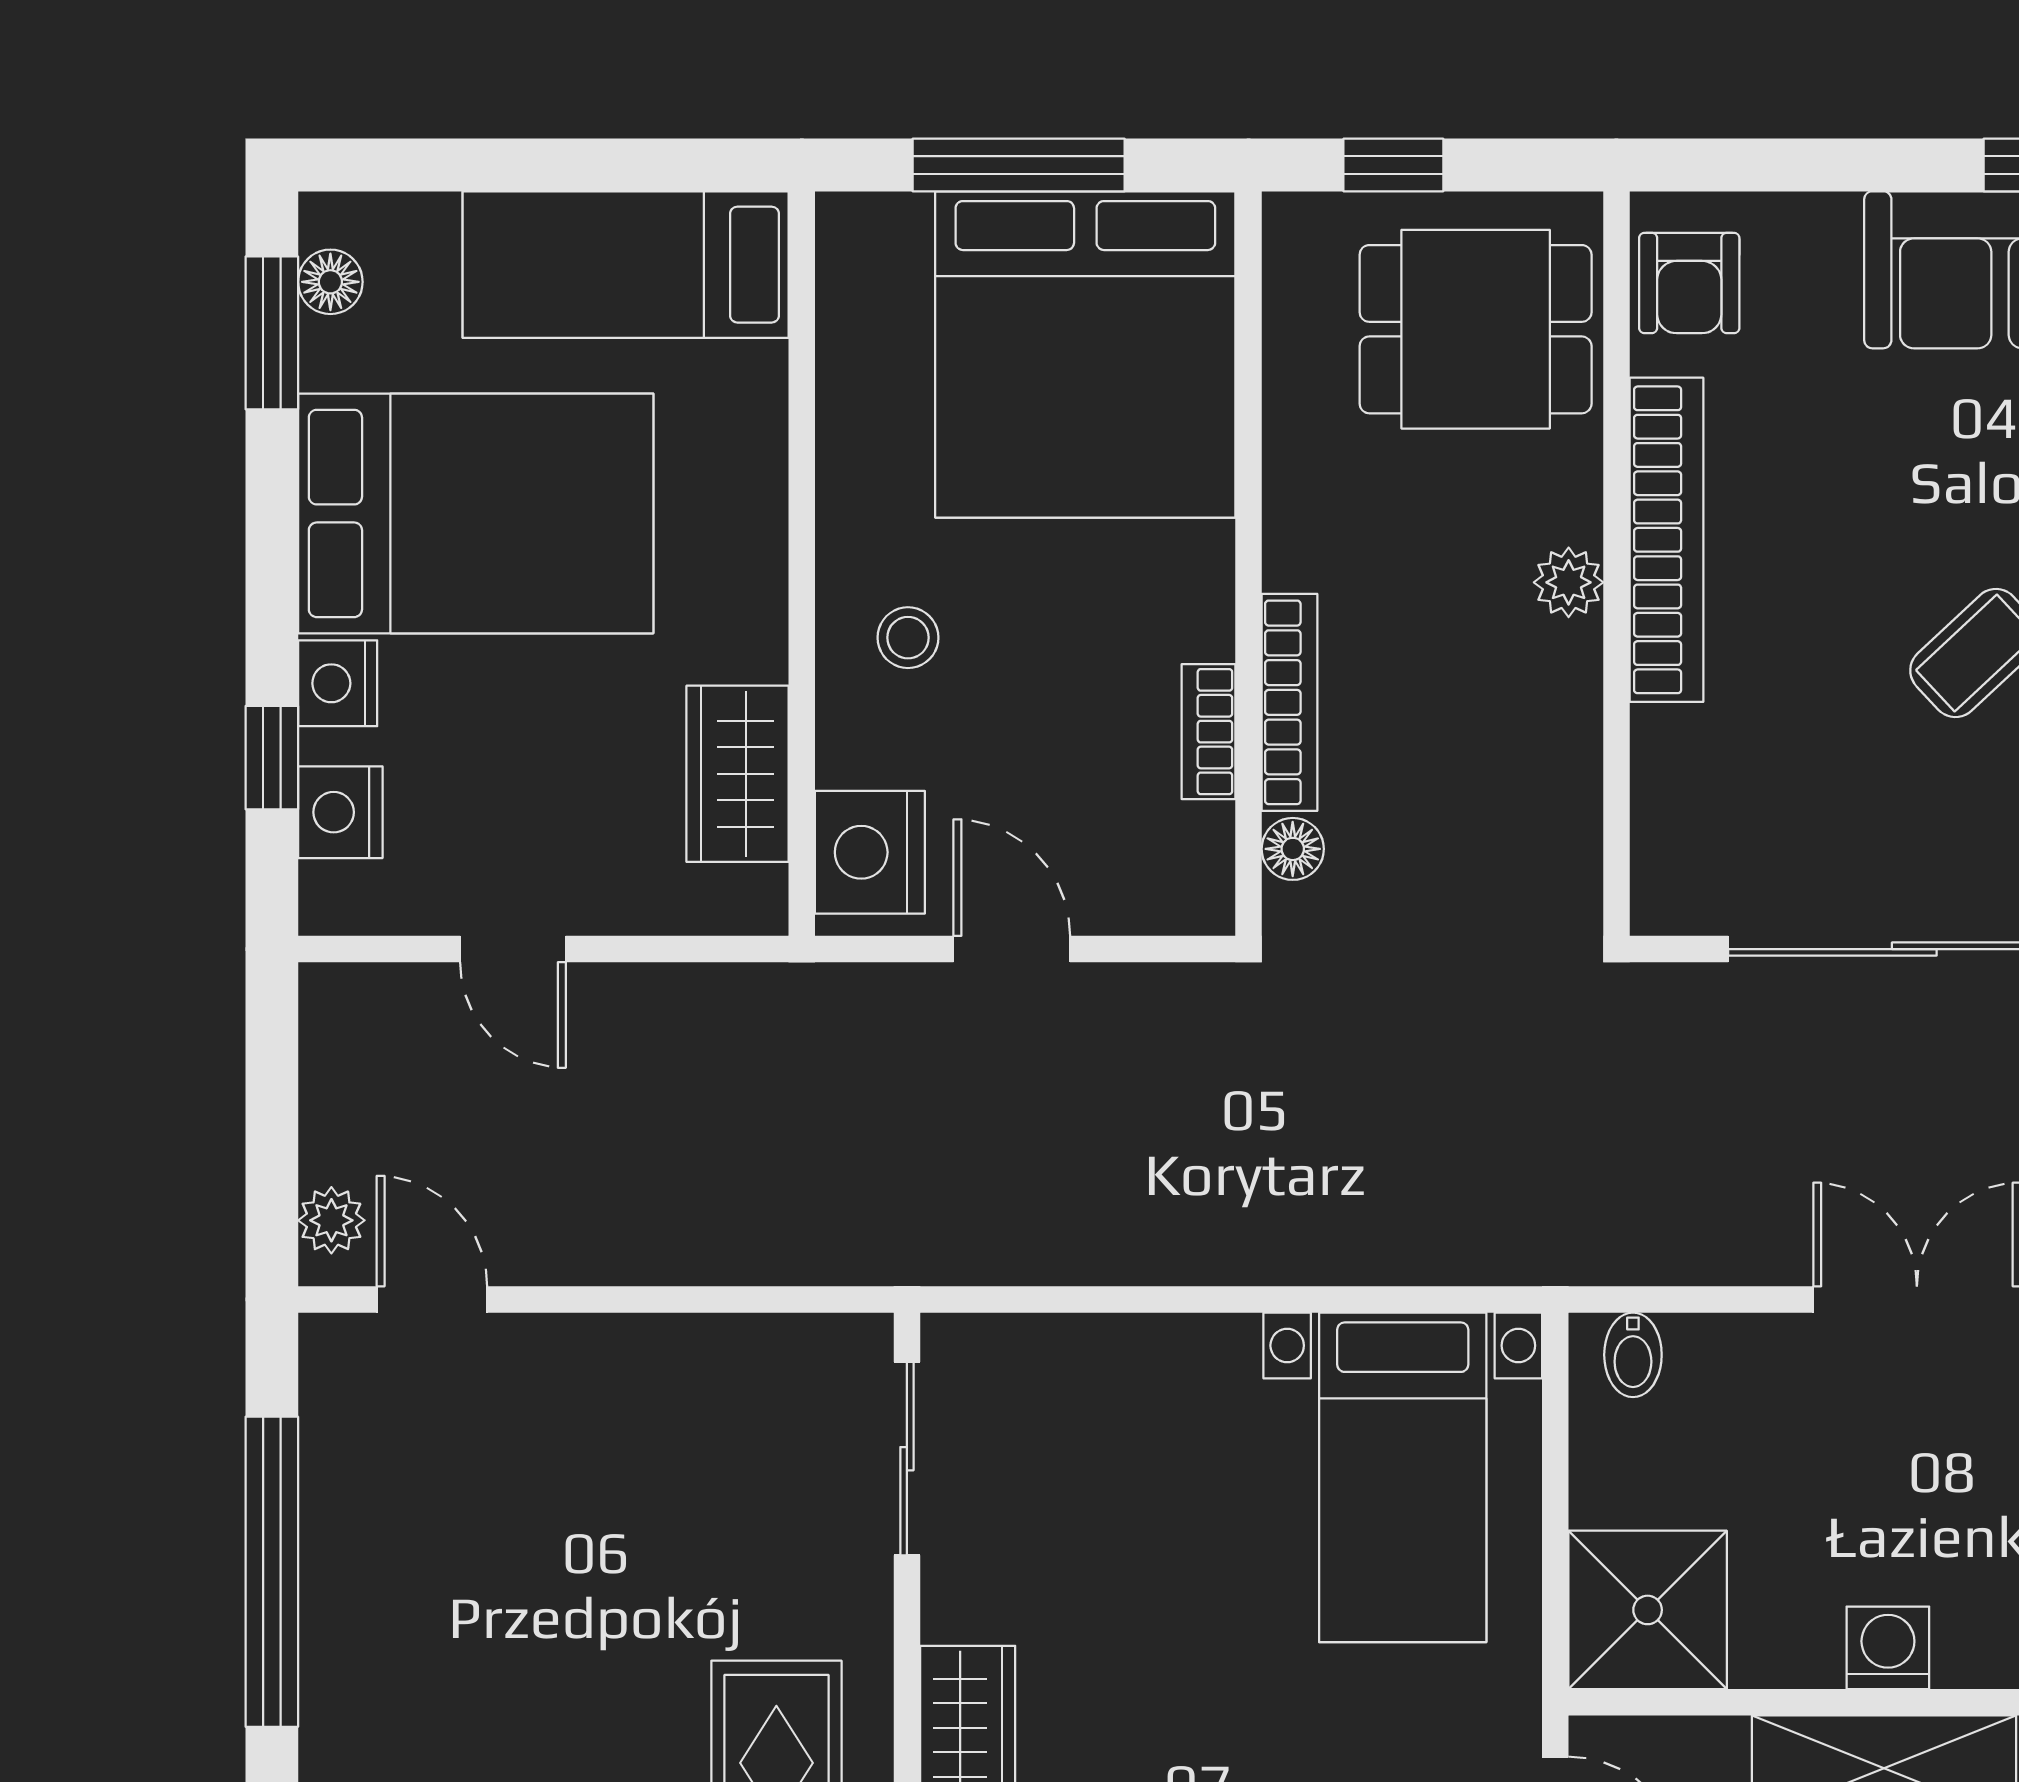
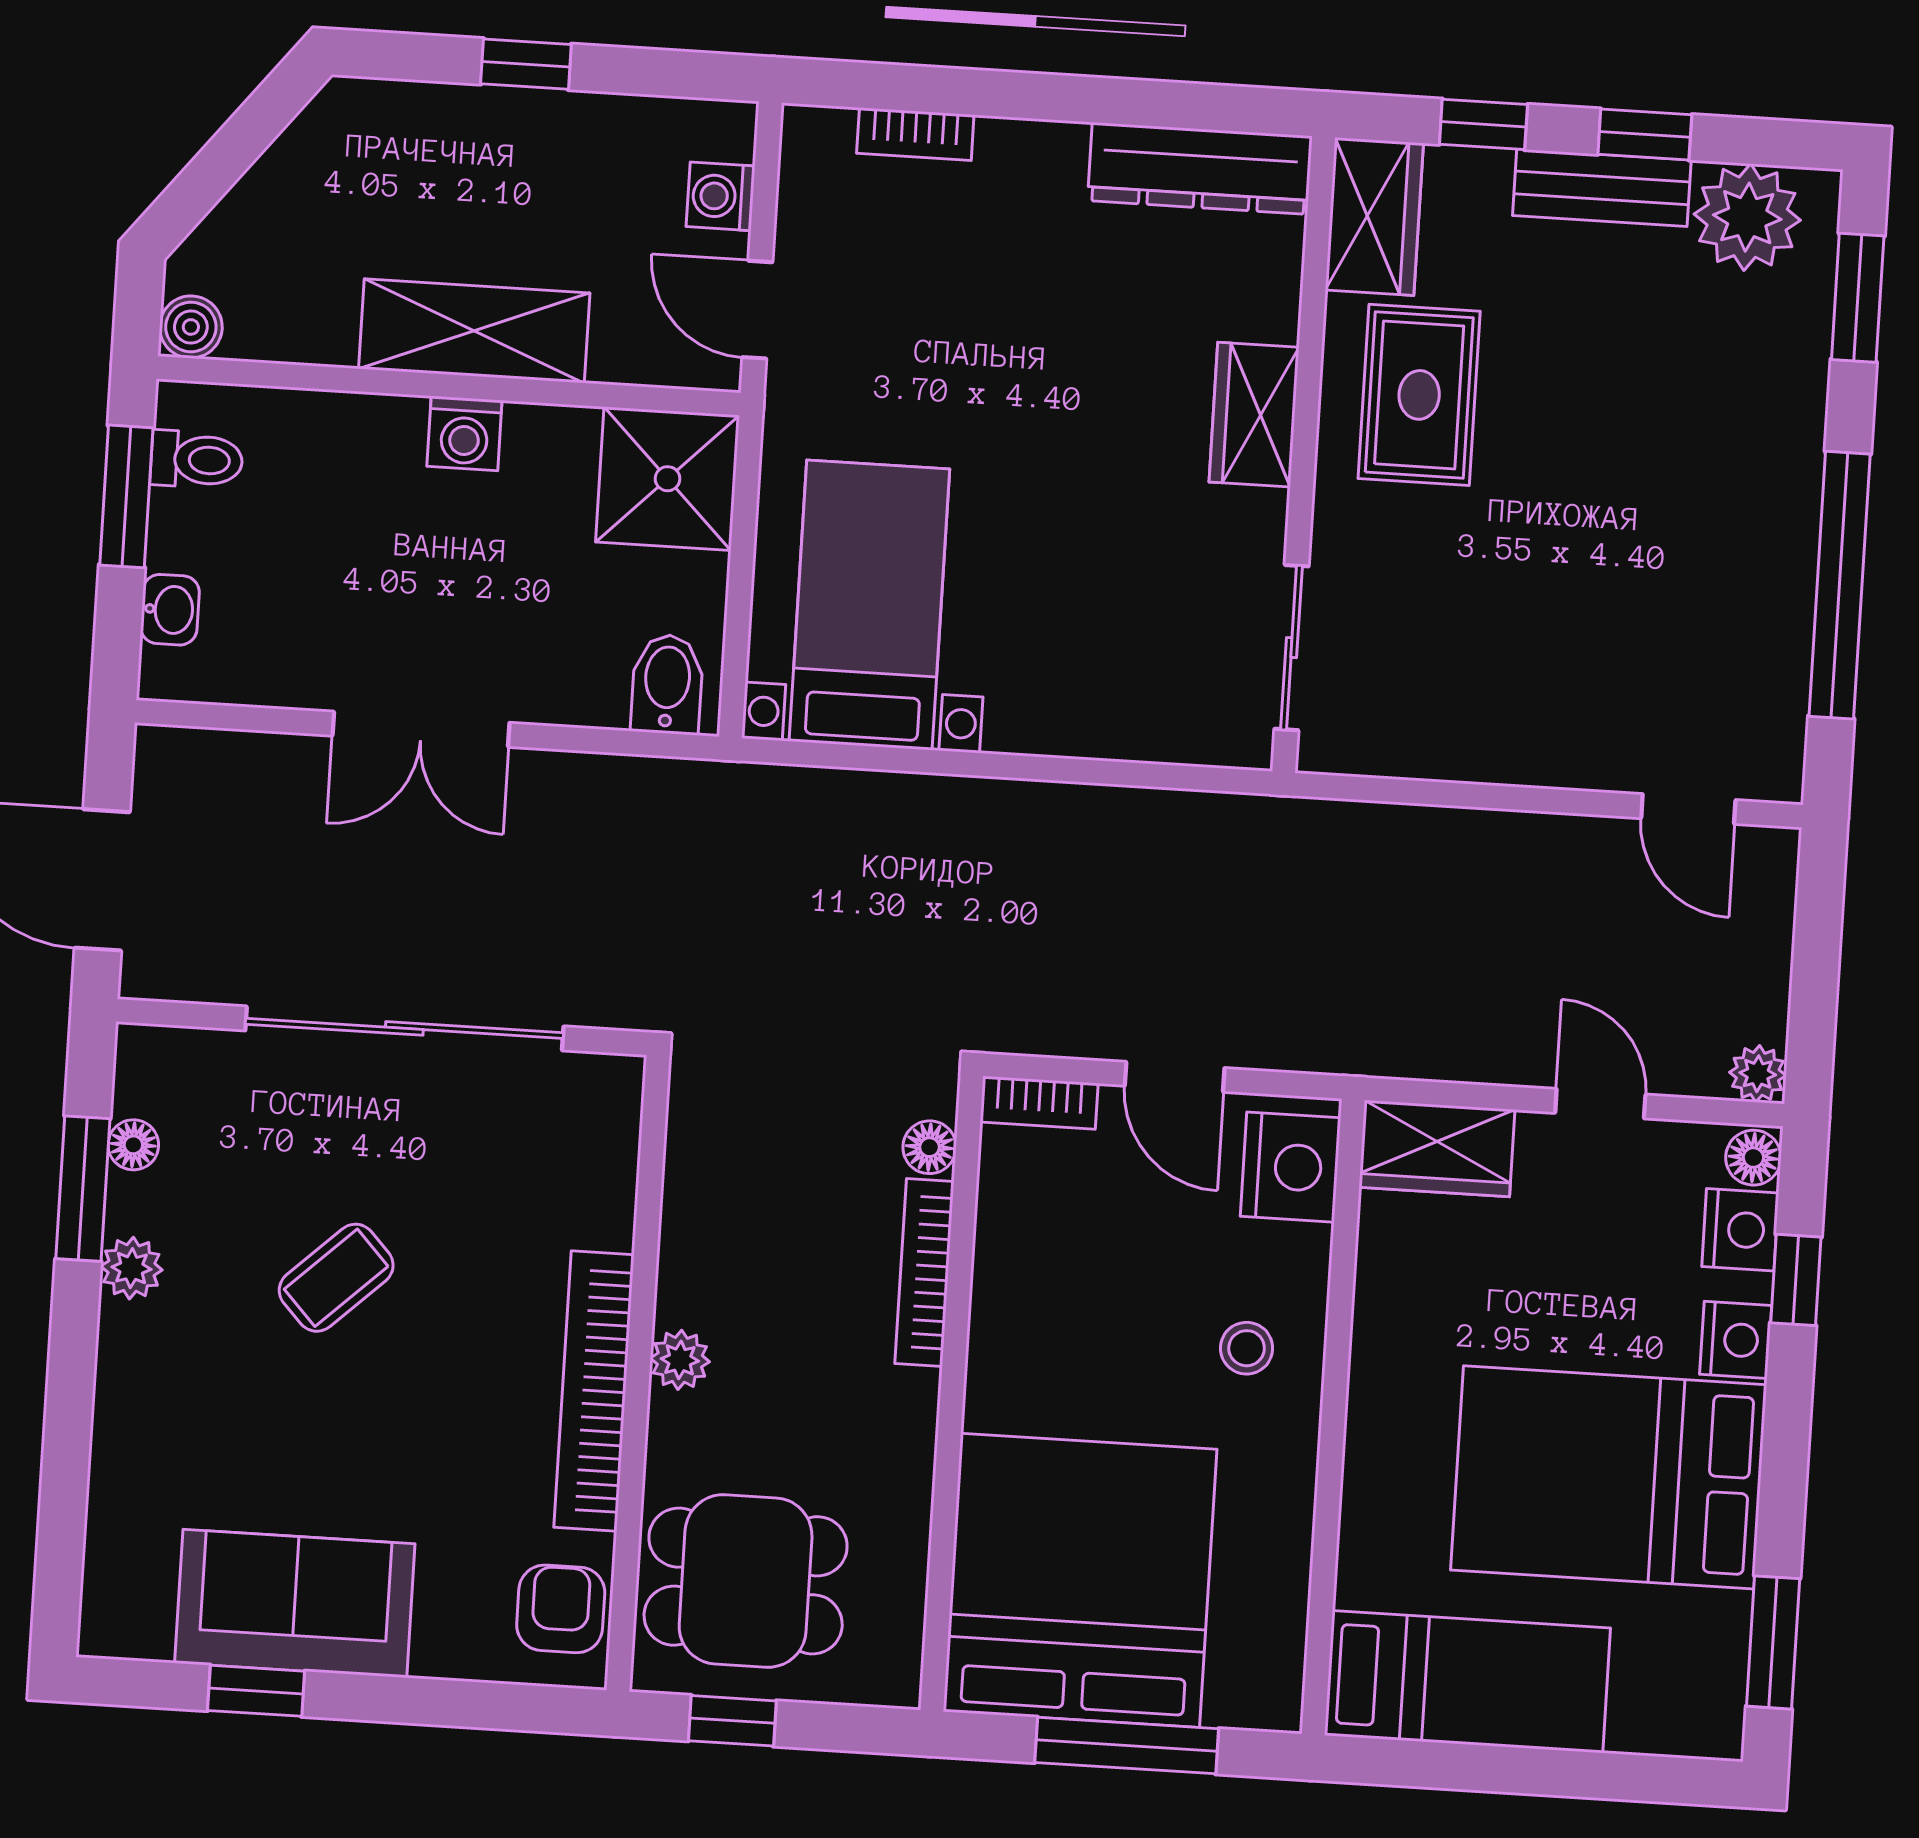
window: (1393, 165) -> (732, 1721), moved
floor lamp: (330, 282) -> (1753, 1158), moved
bookcase: (1208, 732) -> (1039, 1103), moved, turned 90
wardrobe: (738, 774) -> (1437, 1148), moved, turned 90
plant: (331, 1220) -> (1758, 1074), moved
bidet: (1633, 1355) -> (667, 684), width x1.38, depth x1.36

